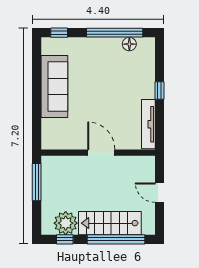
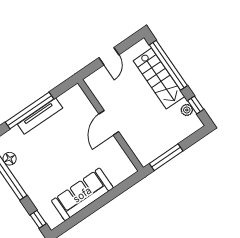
window: (159, 90) -> (30, 111), width x3.17
tv unit: (148, 124) -> (40, 116), moved
plant: (66, 223) -> (187, 110), width x0.53, depth x0.53

